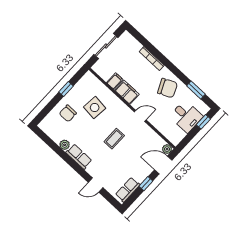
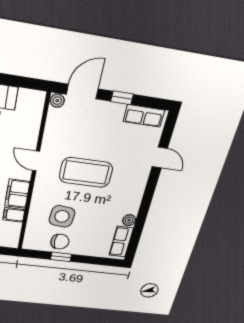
chair: (68, 113) -> (60, 242), moved
coffee table: (114, 139) -> (86, 172), width x1.86, depth x1.72
row of seats: (79, 156) -> (121, 242), moved
door: (163, 165) -> (82, 92), swing flipped

